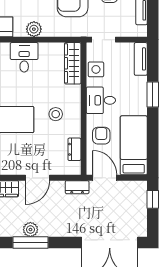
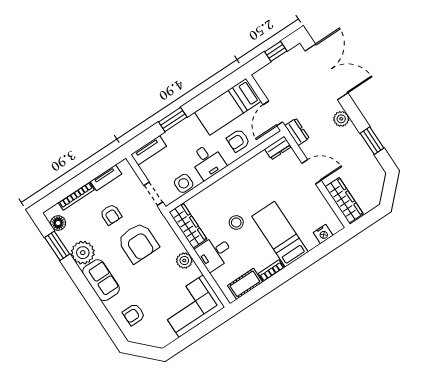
wardrobe: (73, 63) -> (188, 226), moved, turned -90
stool: (56, 114) -> (236, 222), moved
dresser: (74, 149) -> (278, 148), moved
window: (153, 199) -> (276, 51), moved
plant: (30, 230) -> (341, 119), moved
window: (30, 243) -> (372, 141), width x0.69

